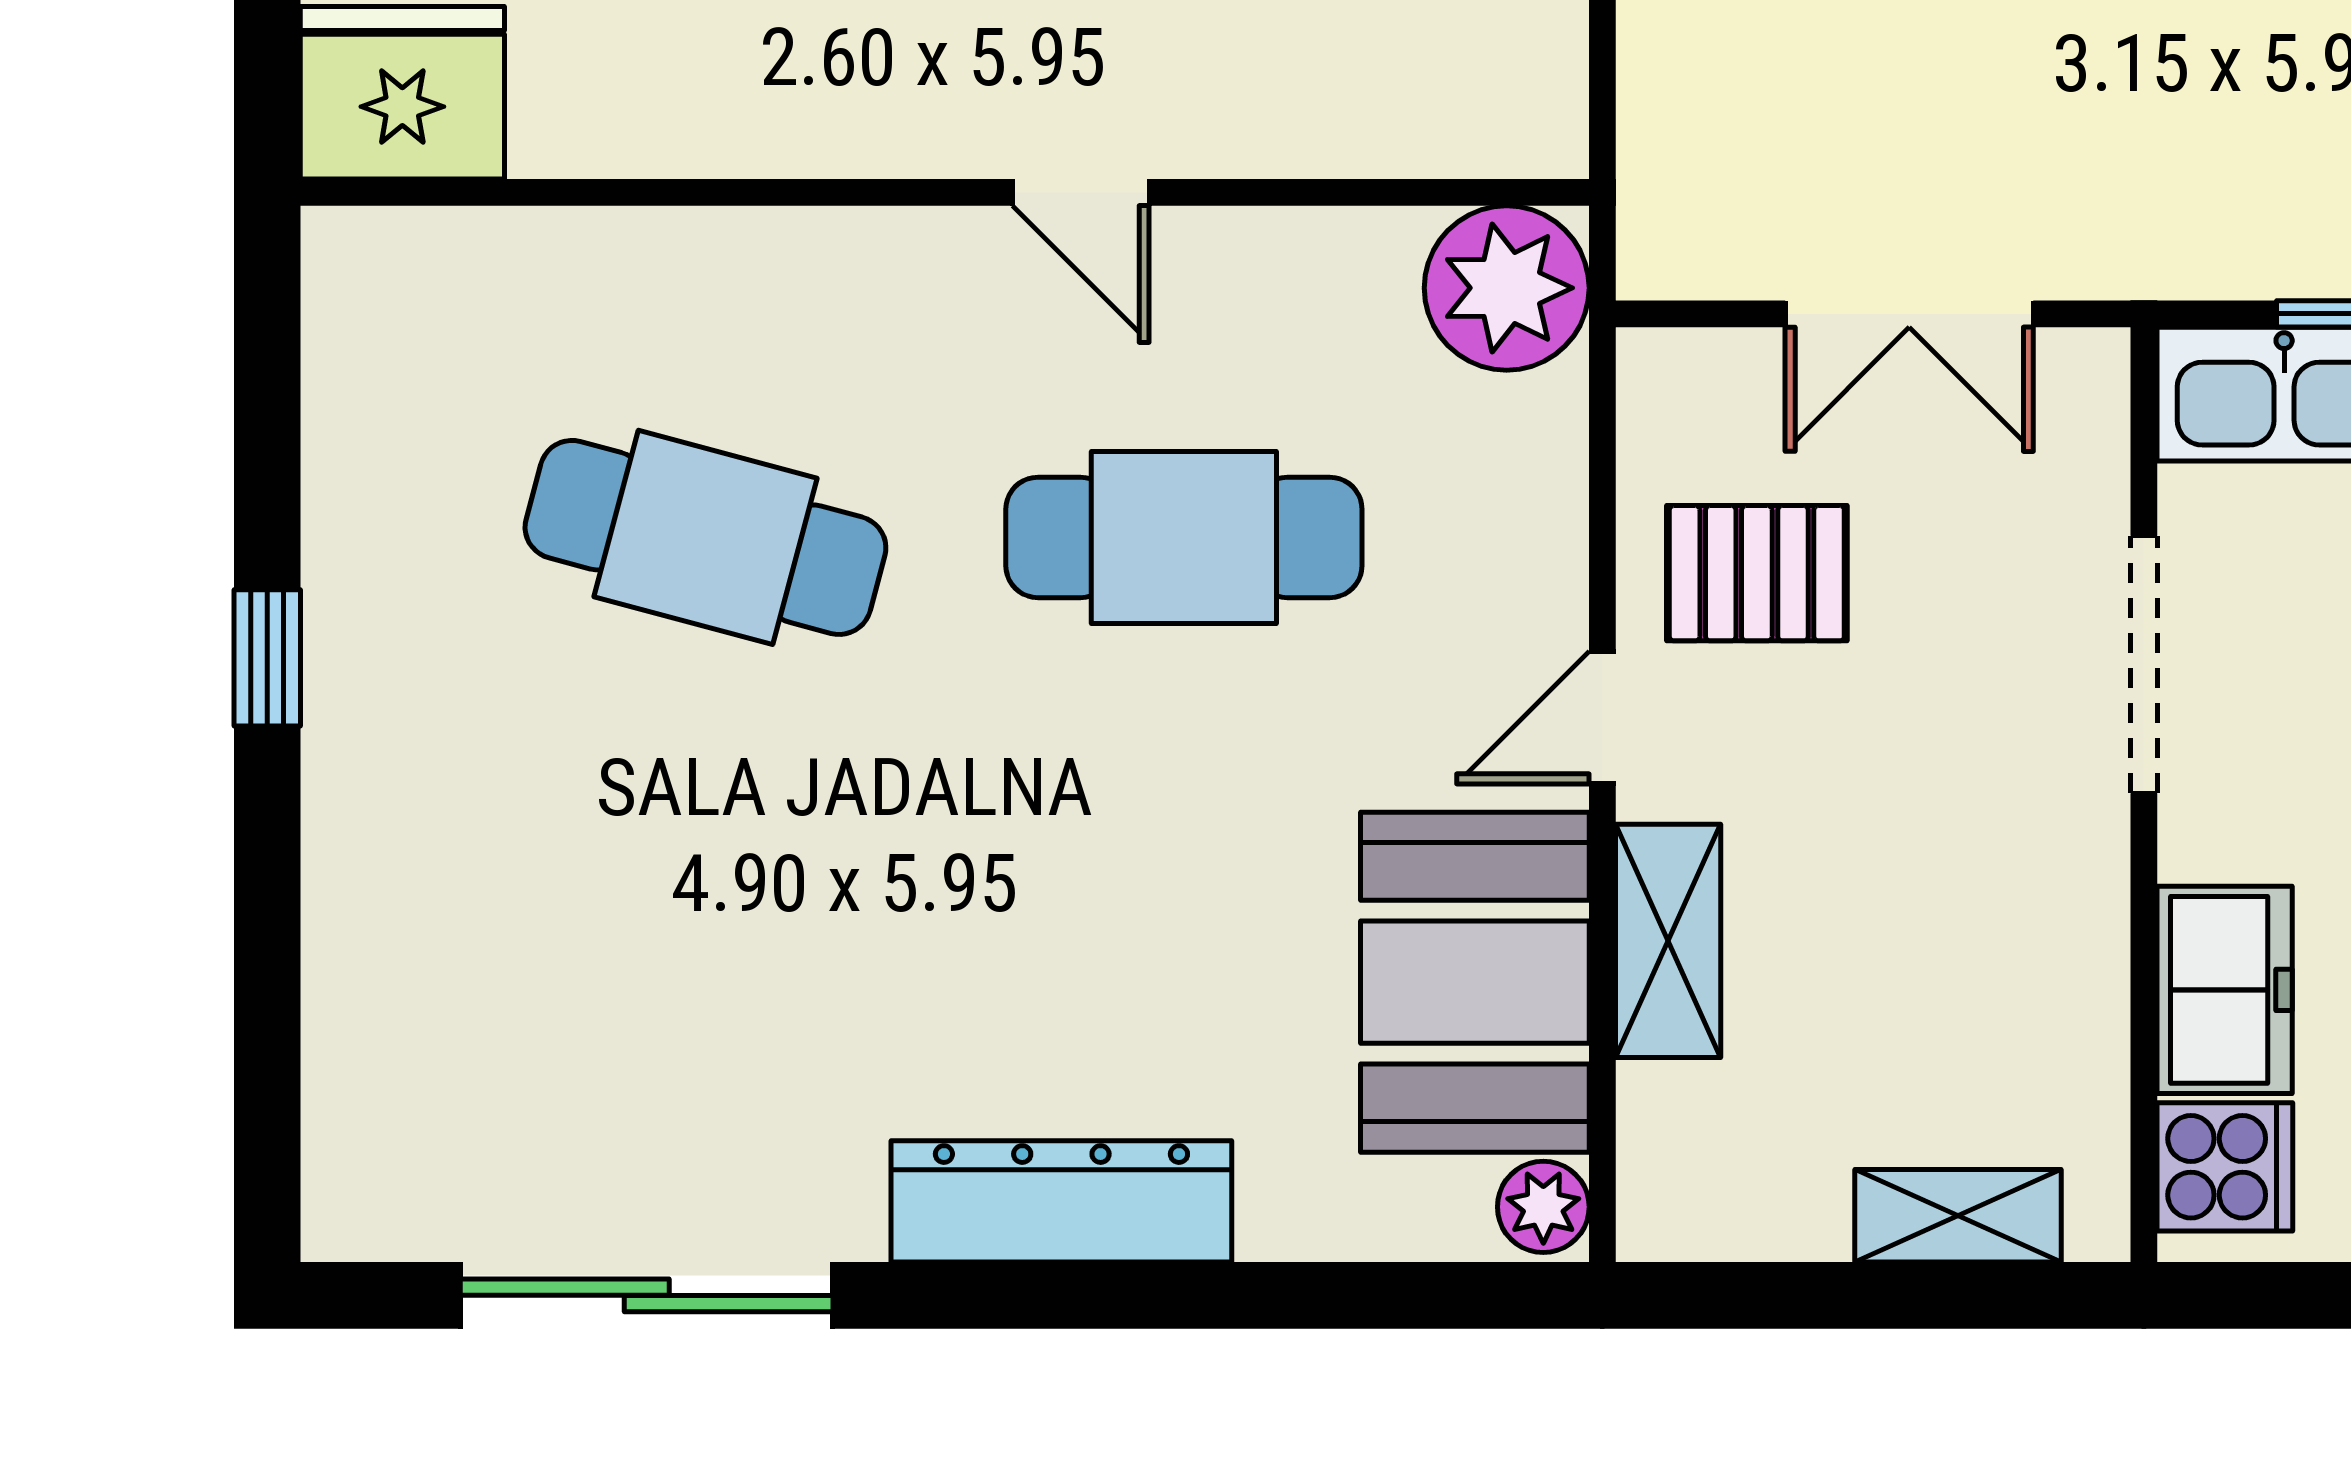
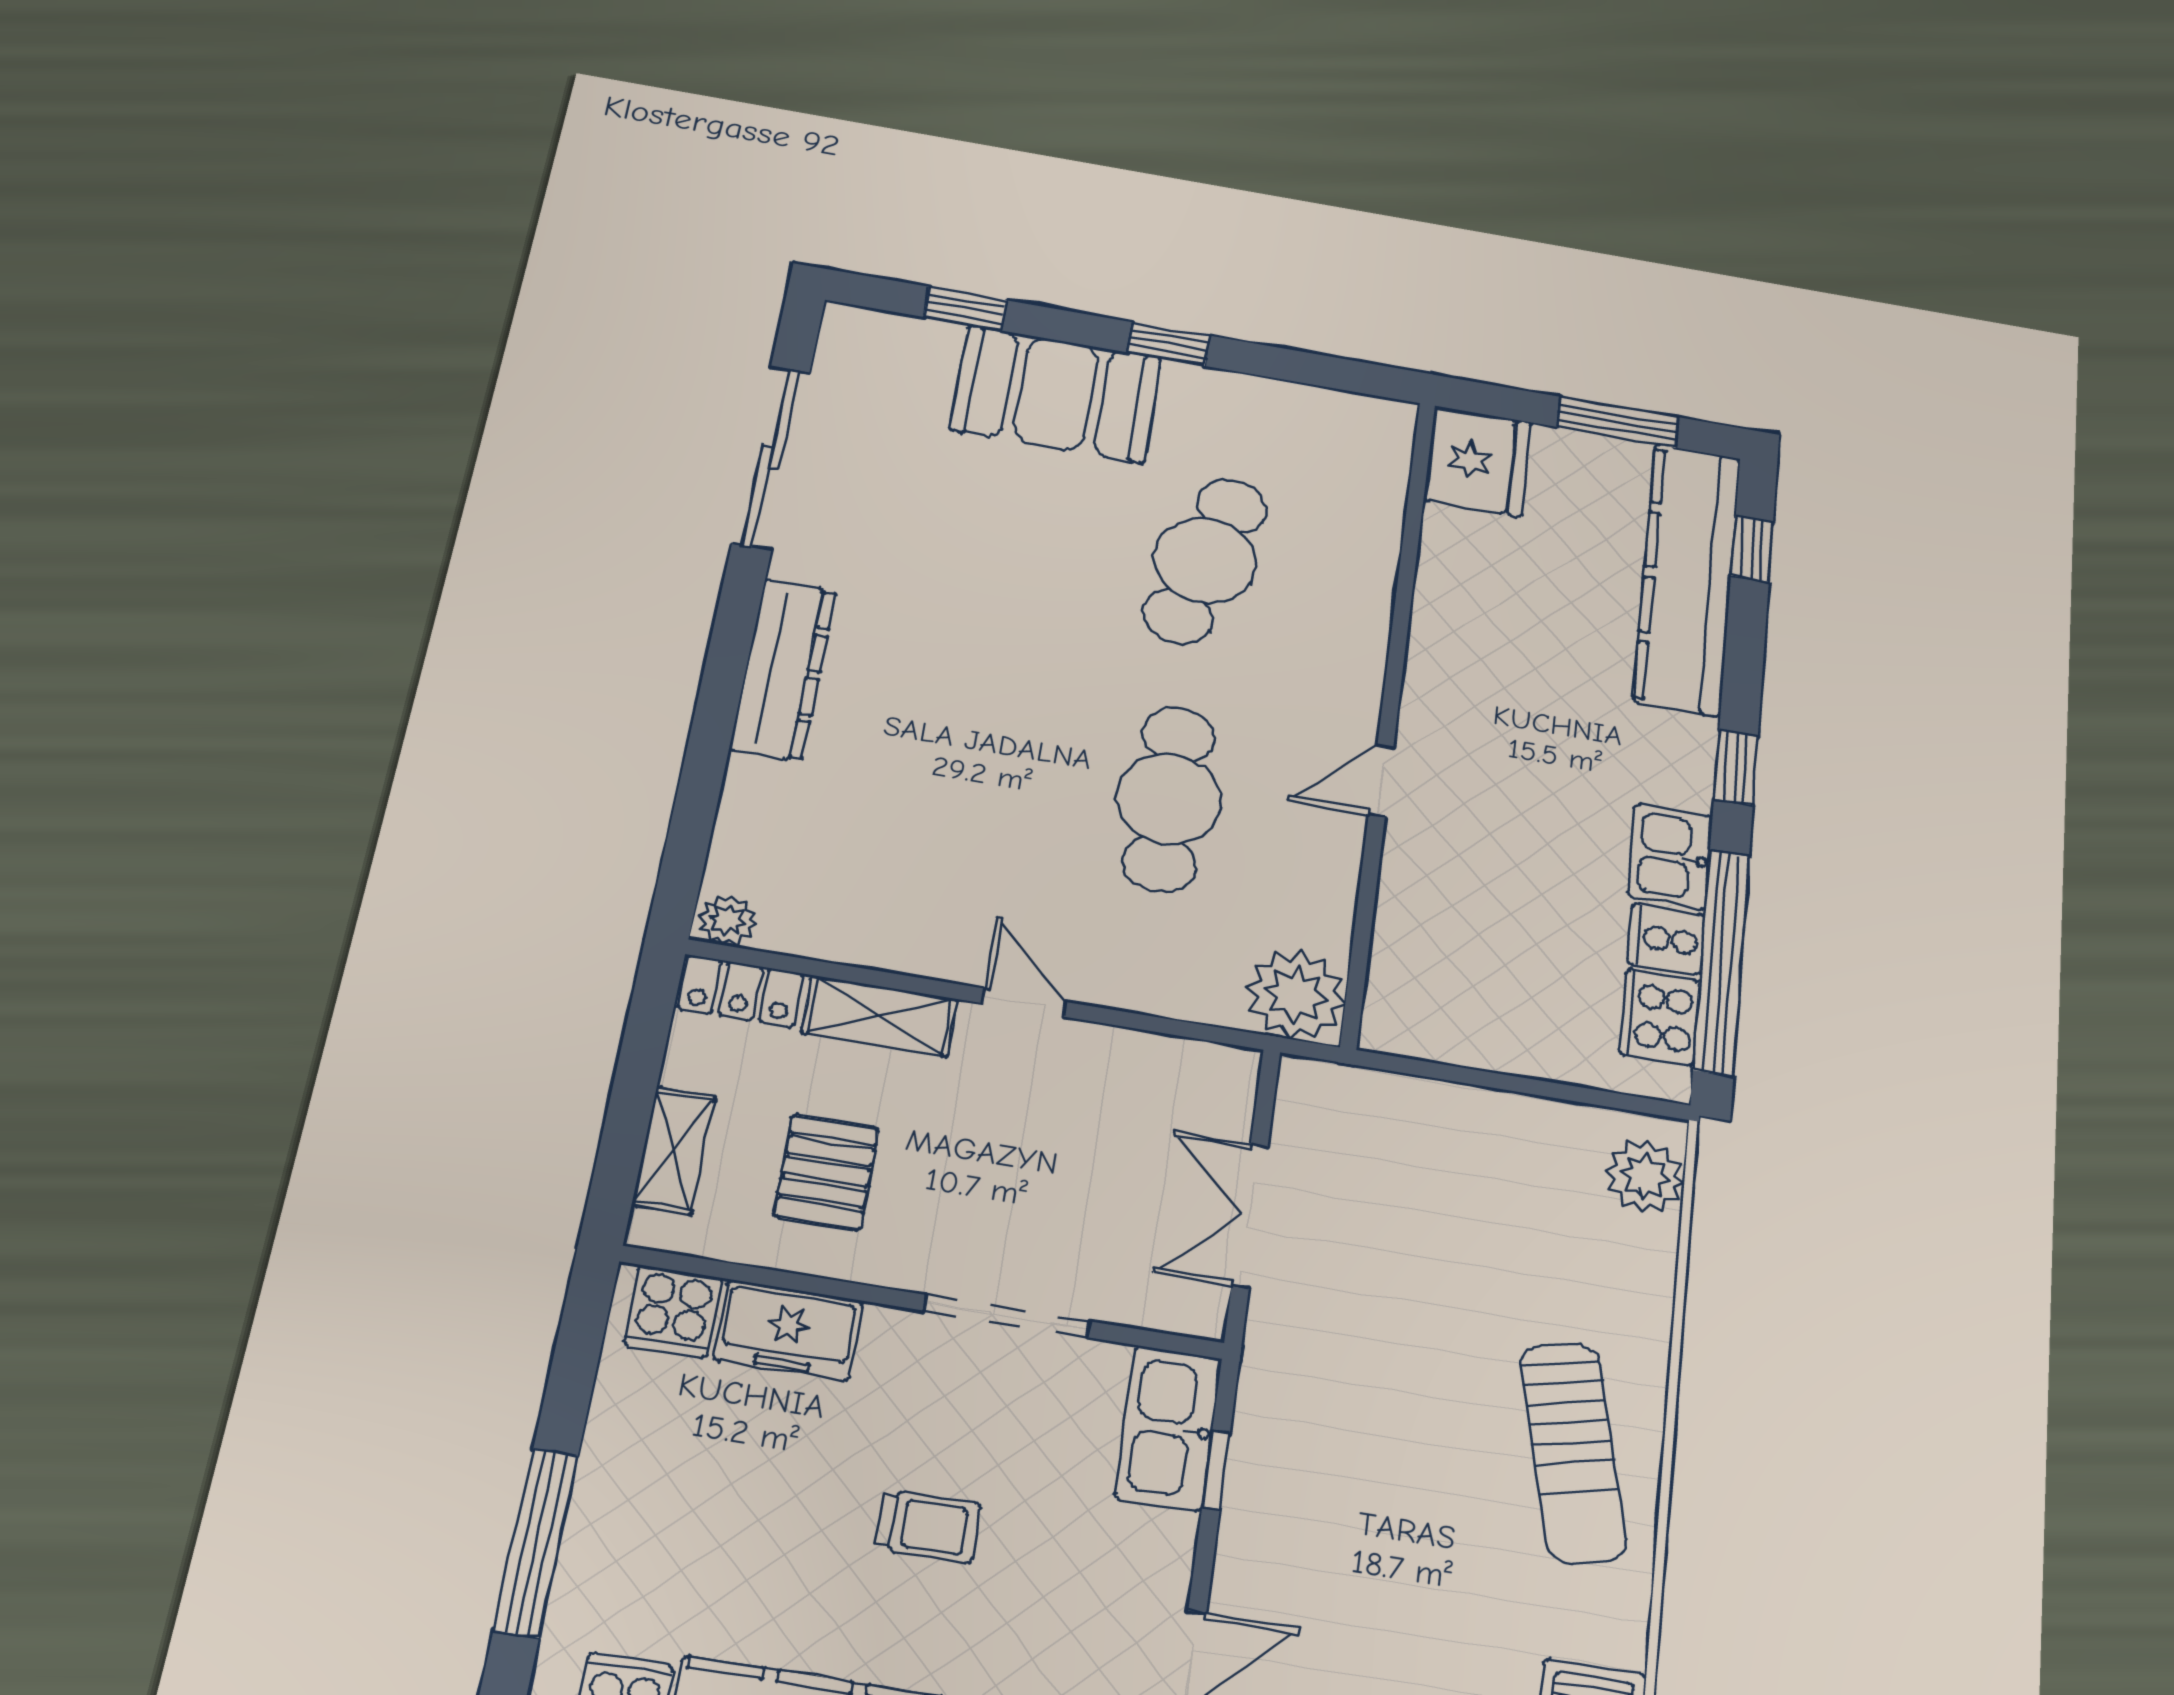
pallet: (1757, 573) -> (826, 1172), moved
booth: (1475, 982) -> (1056, 394), moved
window: (267, 1020) -> (965, 309), added
locker: (1665, 1164) -> (740, 991), added

